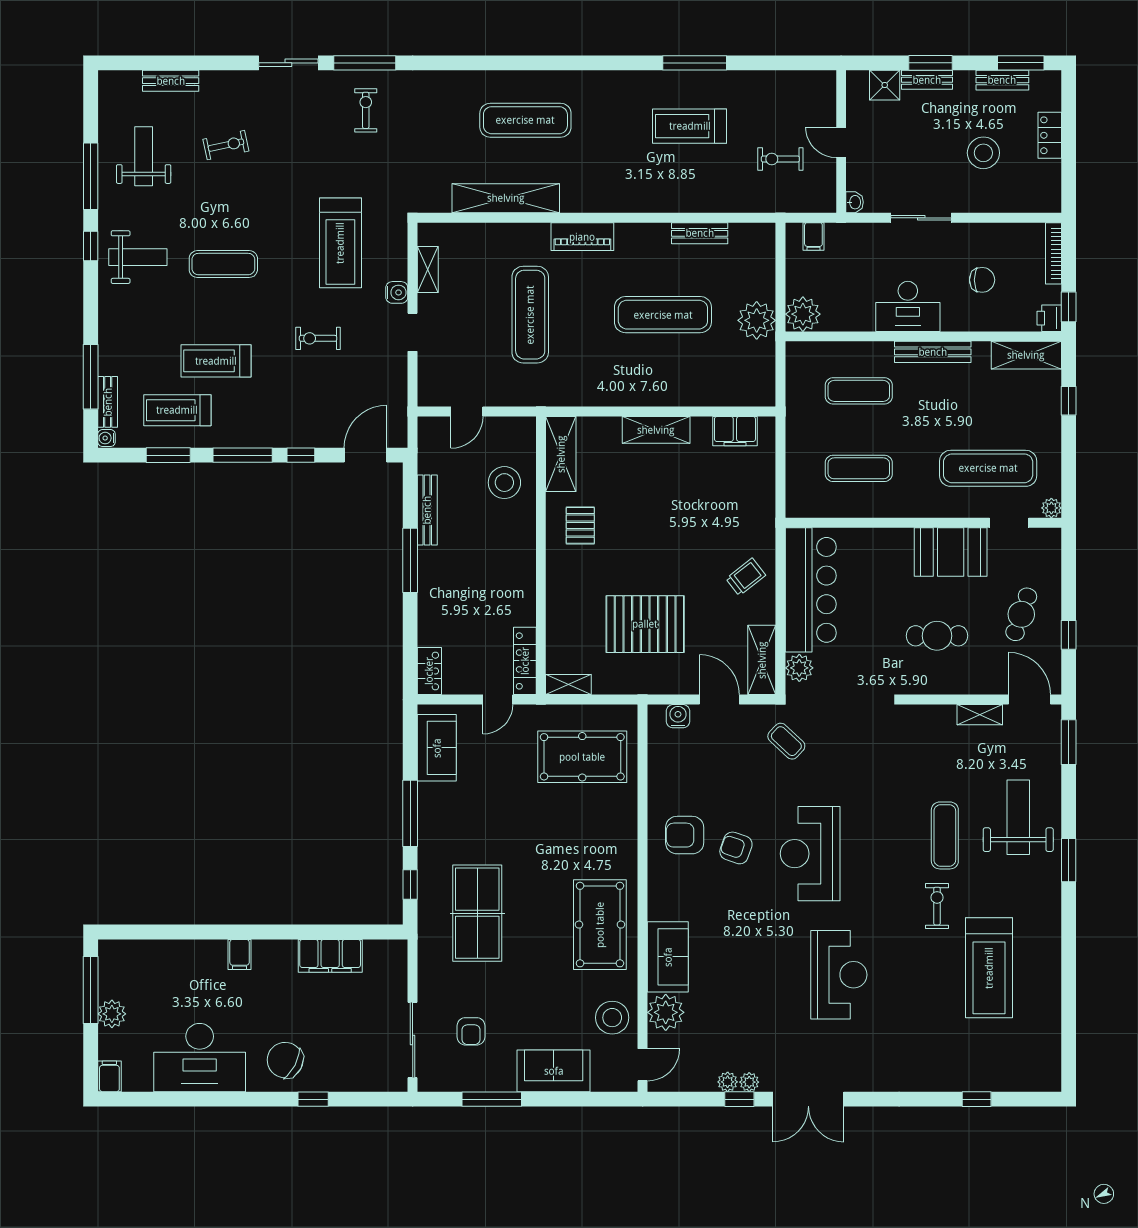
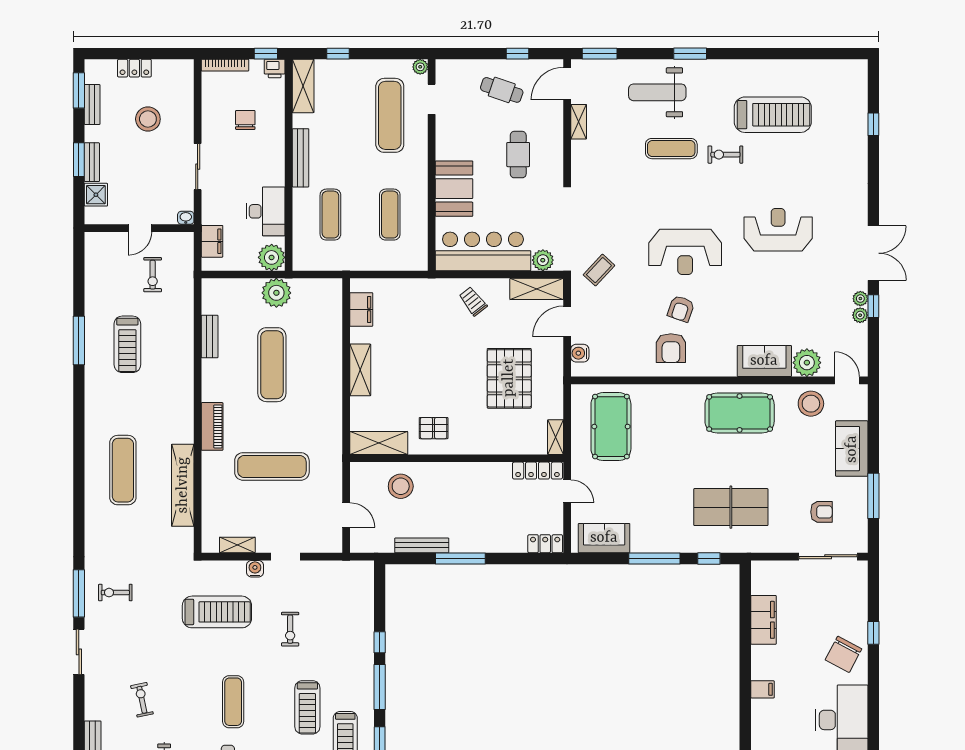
filing cabinet: (813, 236) -> (212, 241), width x2.00
desk: (908, 306) -> (266, 211), moved
door: (366, 455) -> (380, 593), removed
booth: (951, 552) -> (454, 189), moved

